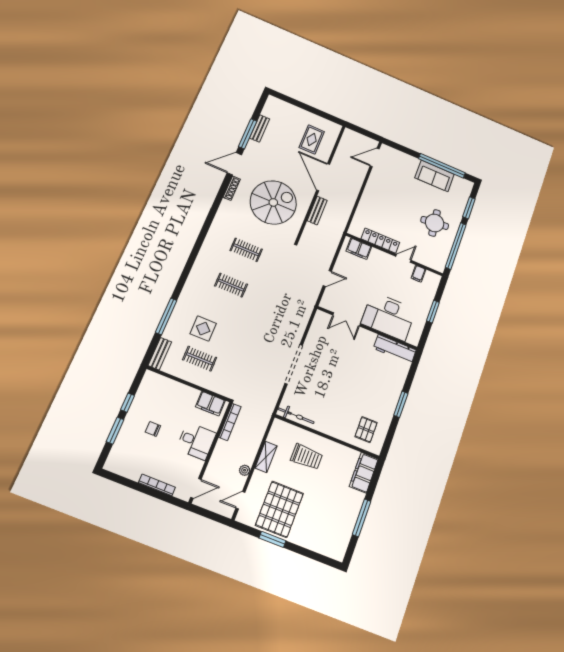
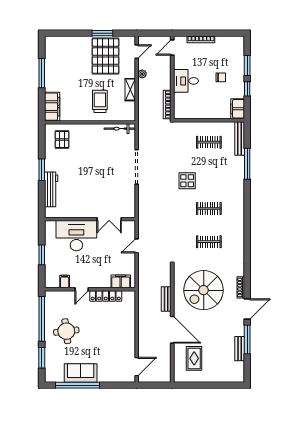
double door: (346, 319) -> (109, 219), swing flipped
display table: (203, 329) -> (187, 181), moved
workbench: (395, 349) -> (51, 189), moved, turned 90
bench: (160, 354) -> (240, 138), width x1.36
filing cabinet: (210, 404) -> (238, 109), moved, turned -90
trolley: (307, 457) -> (100, 101), turned 90

